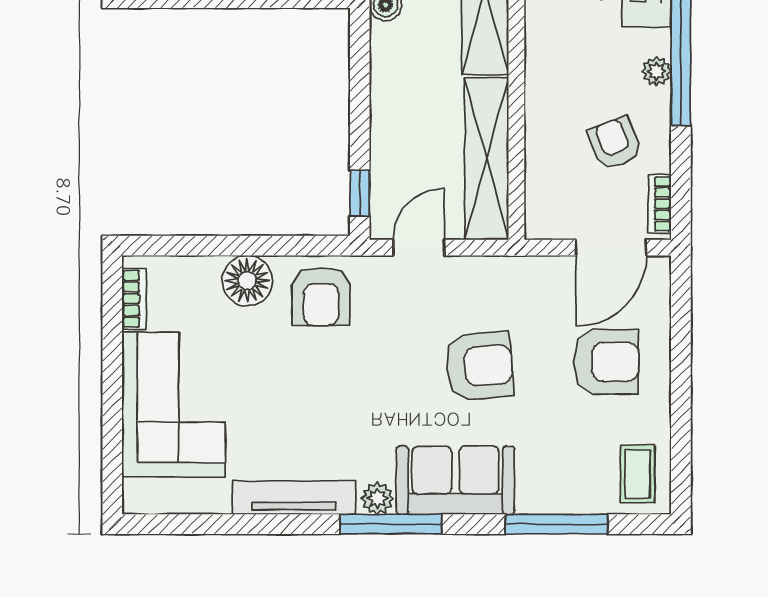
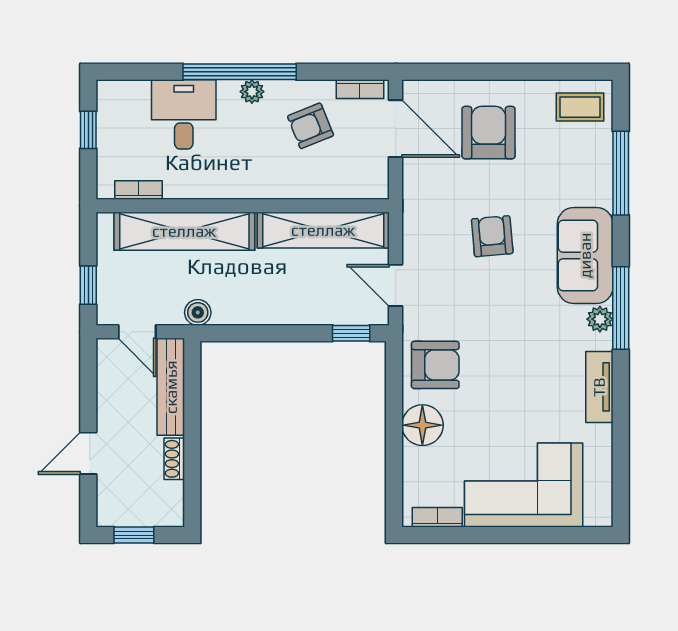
armchair: (479, 366) -> (492, 236), width x0.72, depth x0.72
tv unit: (294, 498) -> (599, 387), width x0.71

